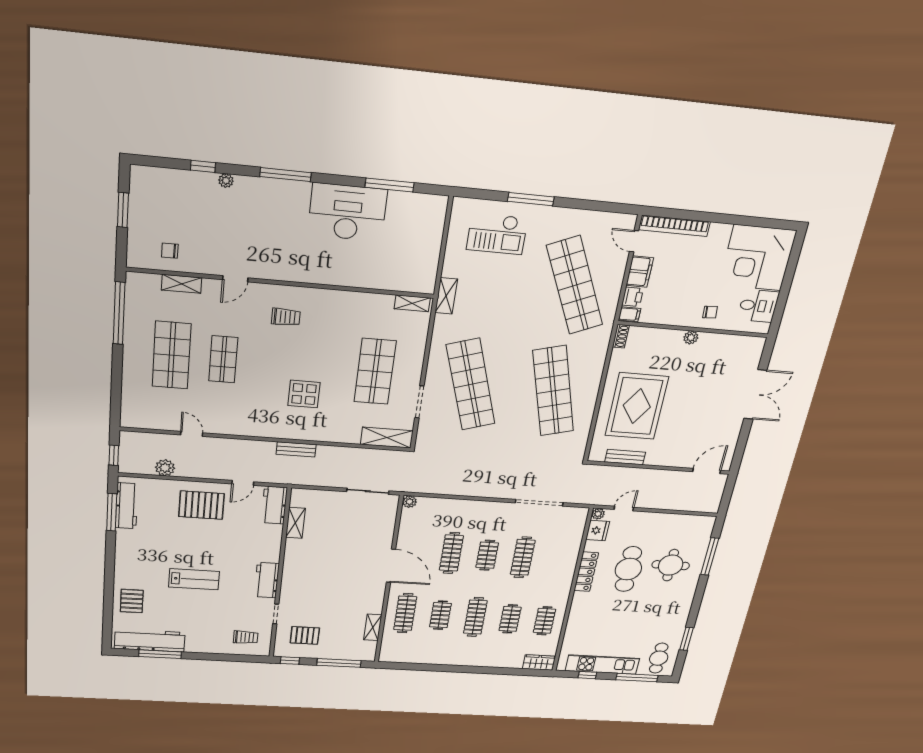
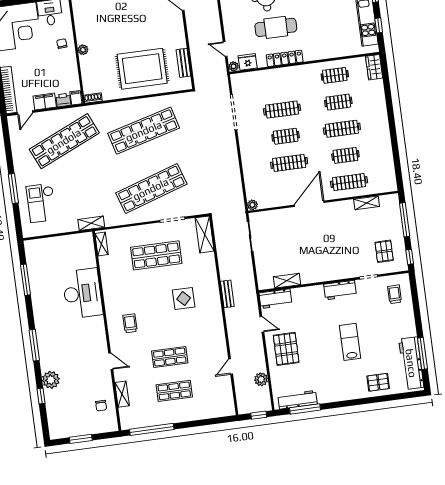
plant: (226, 181) -> (51, 380), width x1.88, depth x1.88
desk: (347, 212) -> (82, 293), moved, turned 180
checkout: (497, 234) -> (41, 203), turned 180
shop shelf: (172, 355) -> (174, 391), width x0.70, depth x0.74

